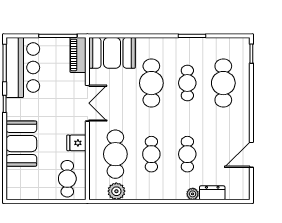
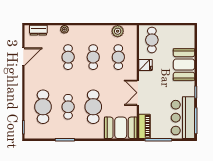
cafe table: (115, 154) -> (118, 57), width x0.73, depth x0.74
dresser: (212, 193) -> (38, 30), moved

